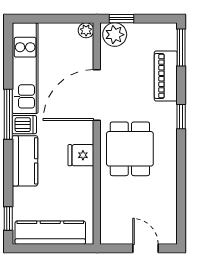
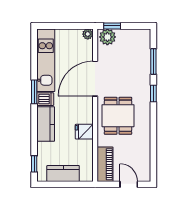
window: (181, 47) -> (153, 62), moved
piano: (166, 76) -> (105, 164), moved, turned 180
window: (8, 114) -> (34, 92), width x0.69
fridge: (81, 155) -> (84, 132), moved
kitchen counter: (50, 233) -> (63, 174), width x0.67

